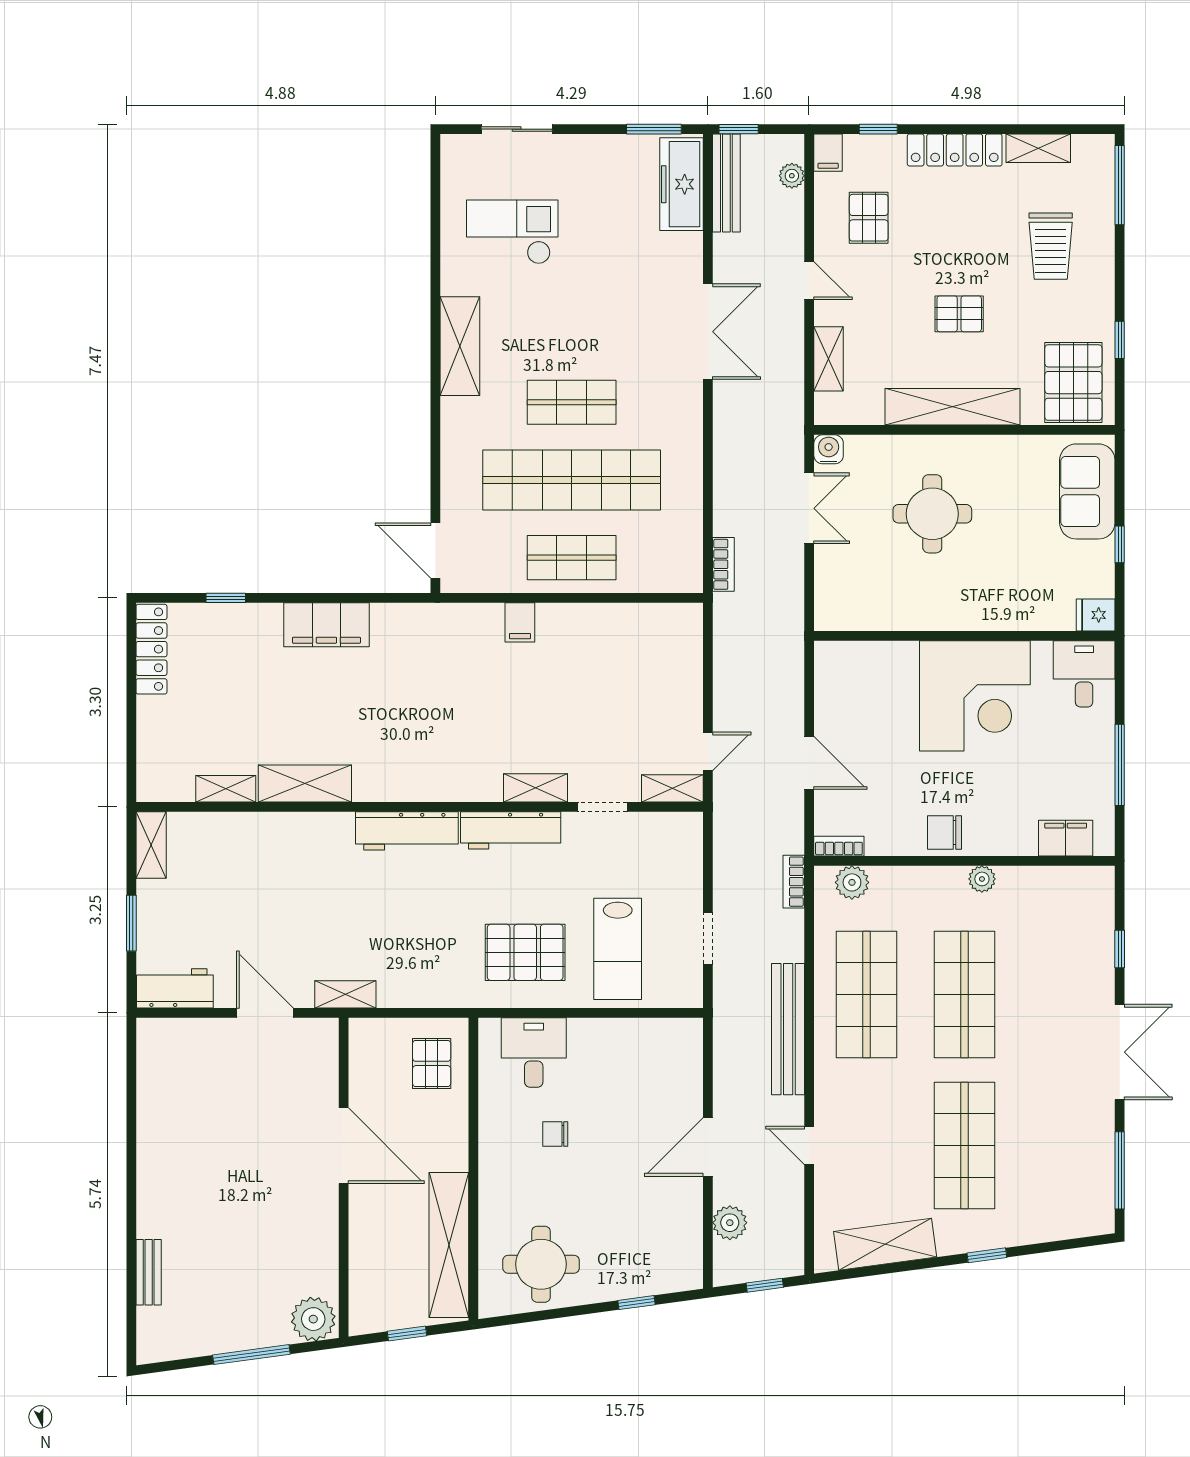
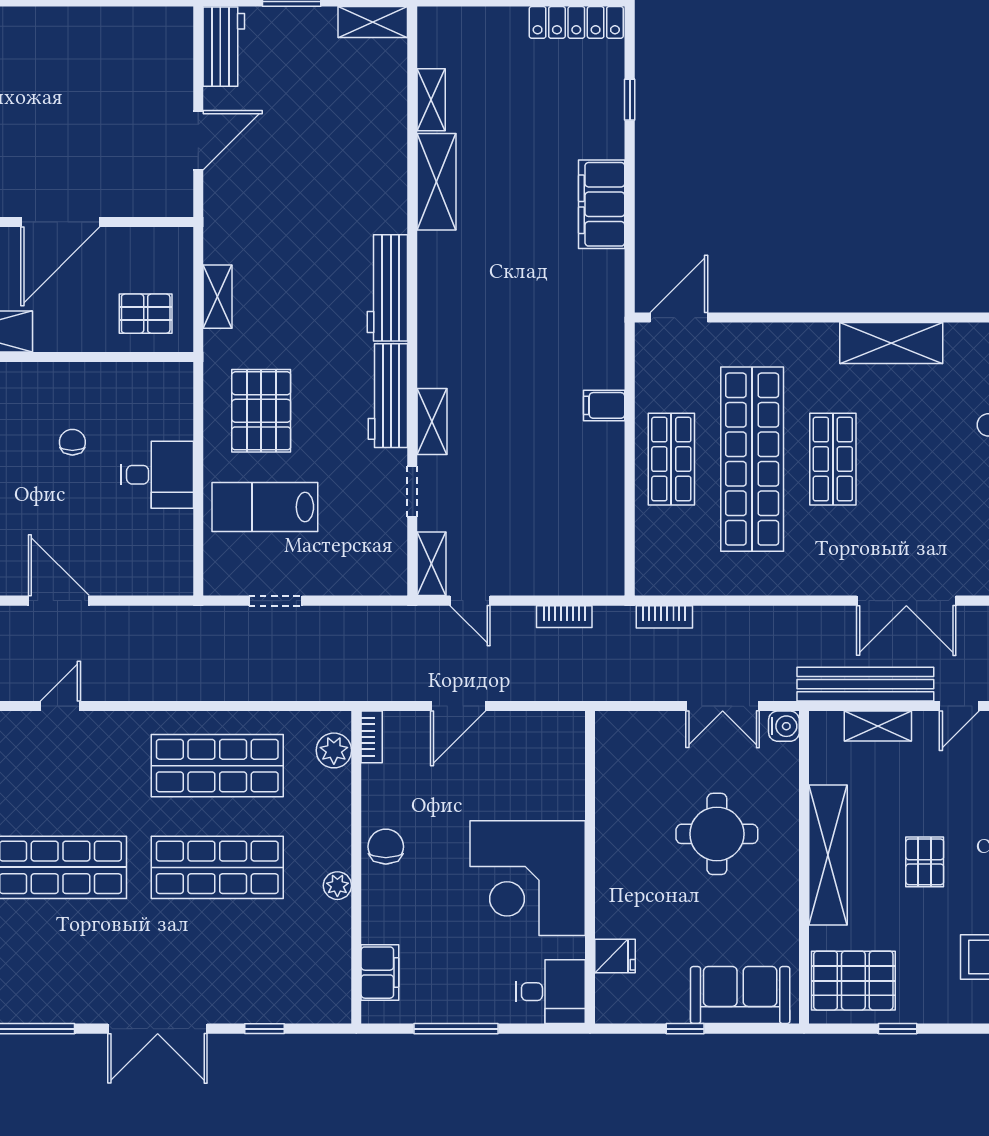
fridge: (1096, 615) -> (615, 956), moved, turned 90
bookcase: (794, 882) -> (564, 617), moved, turned 180
shelving: (345, 994) -> (217, 297), moved
bench: (788, 1029) -> (865, 684), moved
desk: (534, 1052) -> (157, 475), moved

